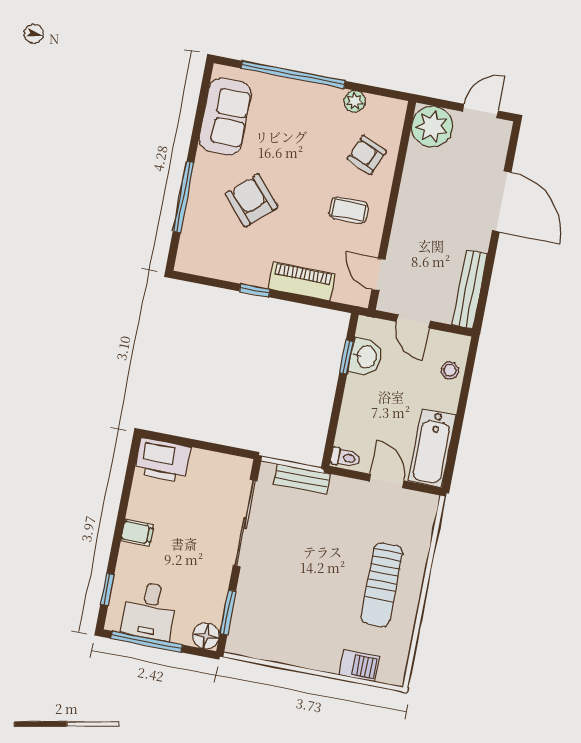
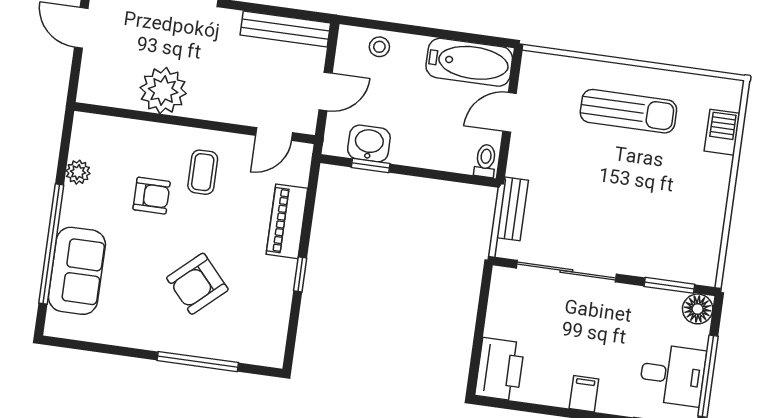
sofa: (225, 117) -> (77, 271), moved, turned 90
plant: (432, 126) -> (163, 91), moved
armchair: (367, 155) -> (152, 196), moved, turned -113

